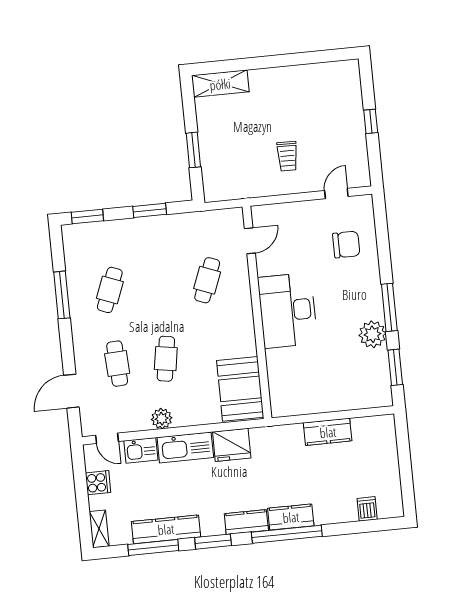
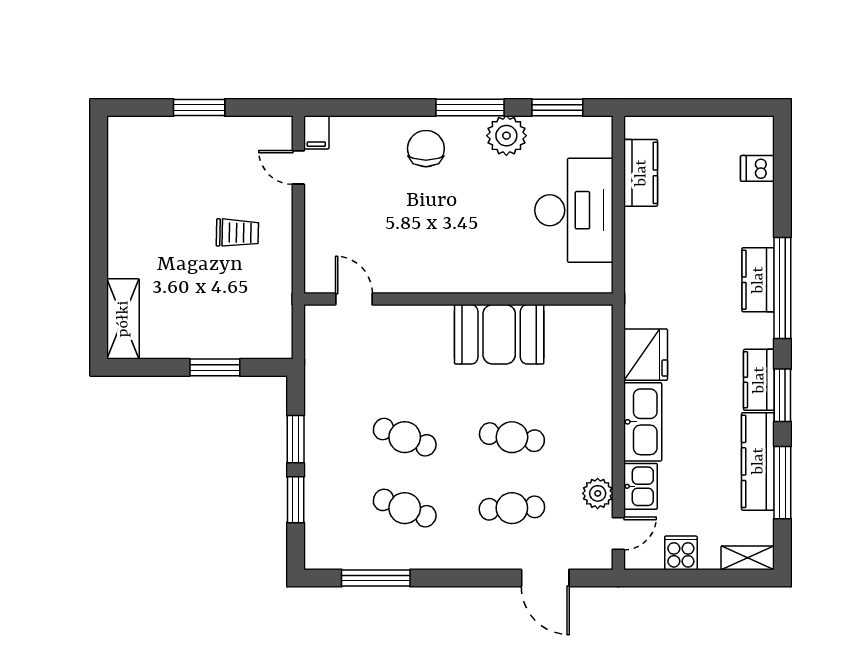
window: (371, 121) -> (199, 108), width x1.50
filing cabinet: (362, 203) -> (316, 132), added
window: (87, 217) -> (296, 500), moved
chair: (346, 245) -> (426, 149), moved
cafe table: (207, 280) -> (405, 437), moved
window: (62, 295) -> (376, 578), moved
desk: (288, 310) -> (574, 210), moved, turned -90
booth: (240, 389) -> (499, 334), moved
plant: (162, 419) -> (598, 493), moved
kitchen counter: (328, 432) -> (641, 173), moved
kitchen counter: (246, 522) -> (759, 380), moved

